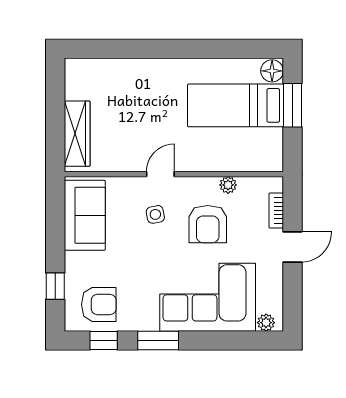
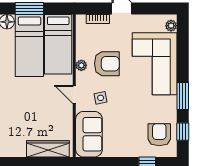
bed: (237, 149) -> (58, 44), added
plant: (228, 185) -> (81, 65), moved
sofa: (85, 215) -> (89, 134), moved, turned 90

